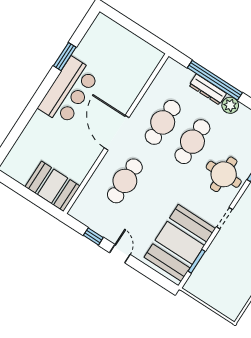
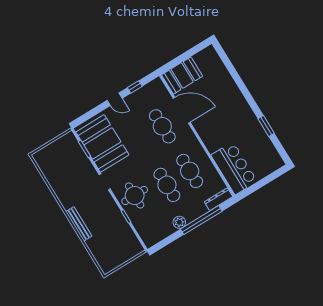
dresser: (208, 89) -> (219, 199), moved
bar counter: (69, 91) -> (234, 168), moved, turned 180
door: (117, 133) -> (182, 110), moved

